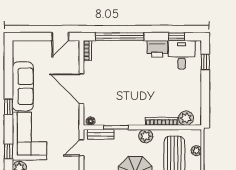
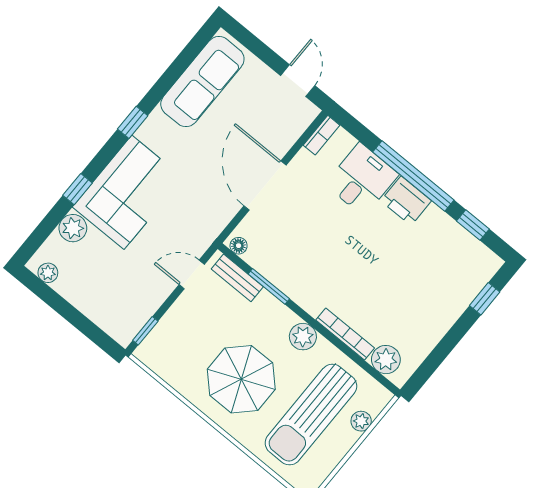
door: (60, 37) -> (298, 81), swing flipped
window: (120, 37) -> (413, 176), moved
printer: (157, 49) -> (406, 201), moved
desk: (182, 55) -> (362, 179), moved
sofa: (23, 86) -> (202, 82), moved

